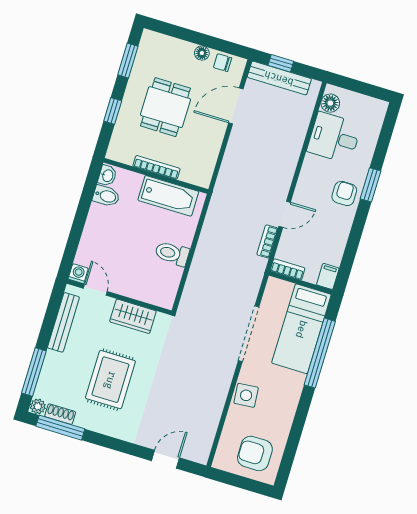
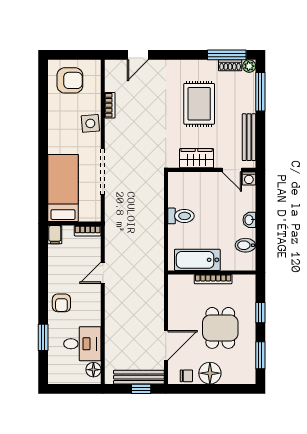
floor lamp: (202, 53) -> (210, 373), width x1.89, depth x1.89
washbasin: (107, 176) -> (249, 220), moved
window: (371, 185) -> (43, 337), moved
bookcase: (267, 241) -> (110, 105), moved
window: (320, 353) -> (43, 173), removed

